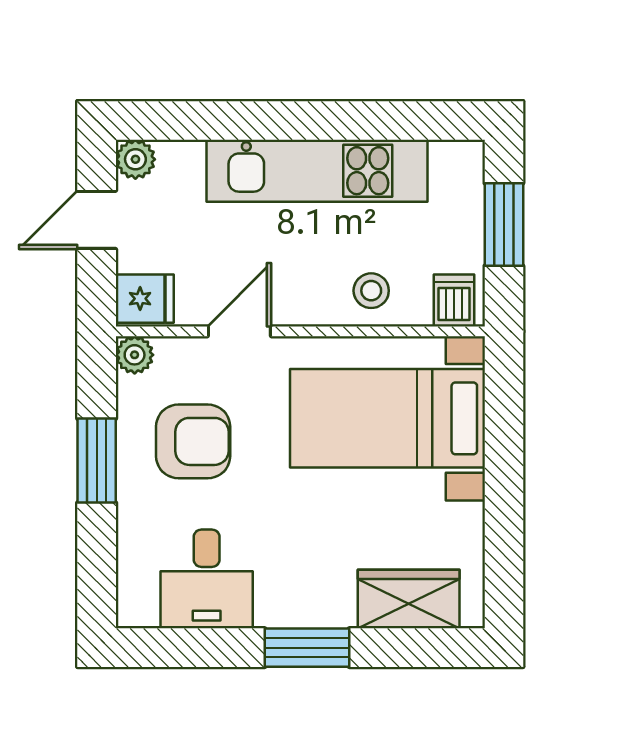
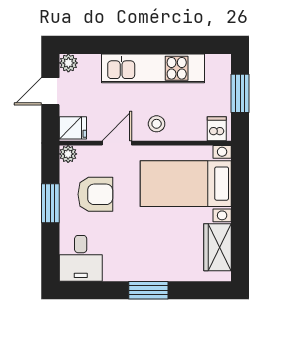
stool: (371, 291) -> (157, 124), moved
desk: (207, 579) -> (81, 258), moved
wardrobe: (409, 599) -> (217, 247), moved, turned -90

